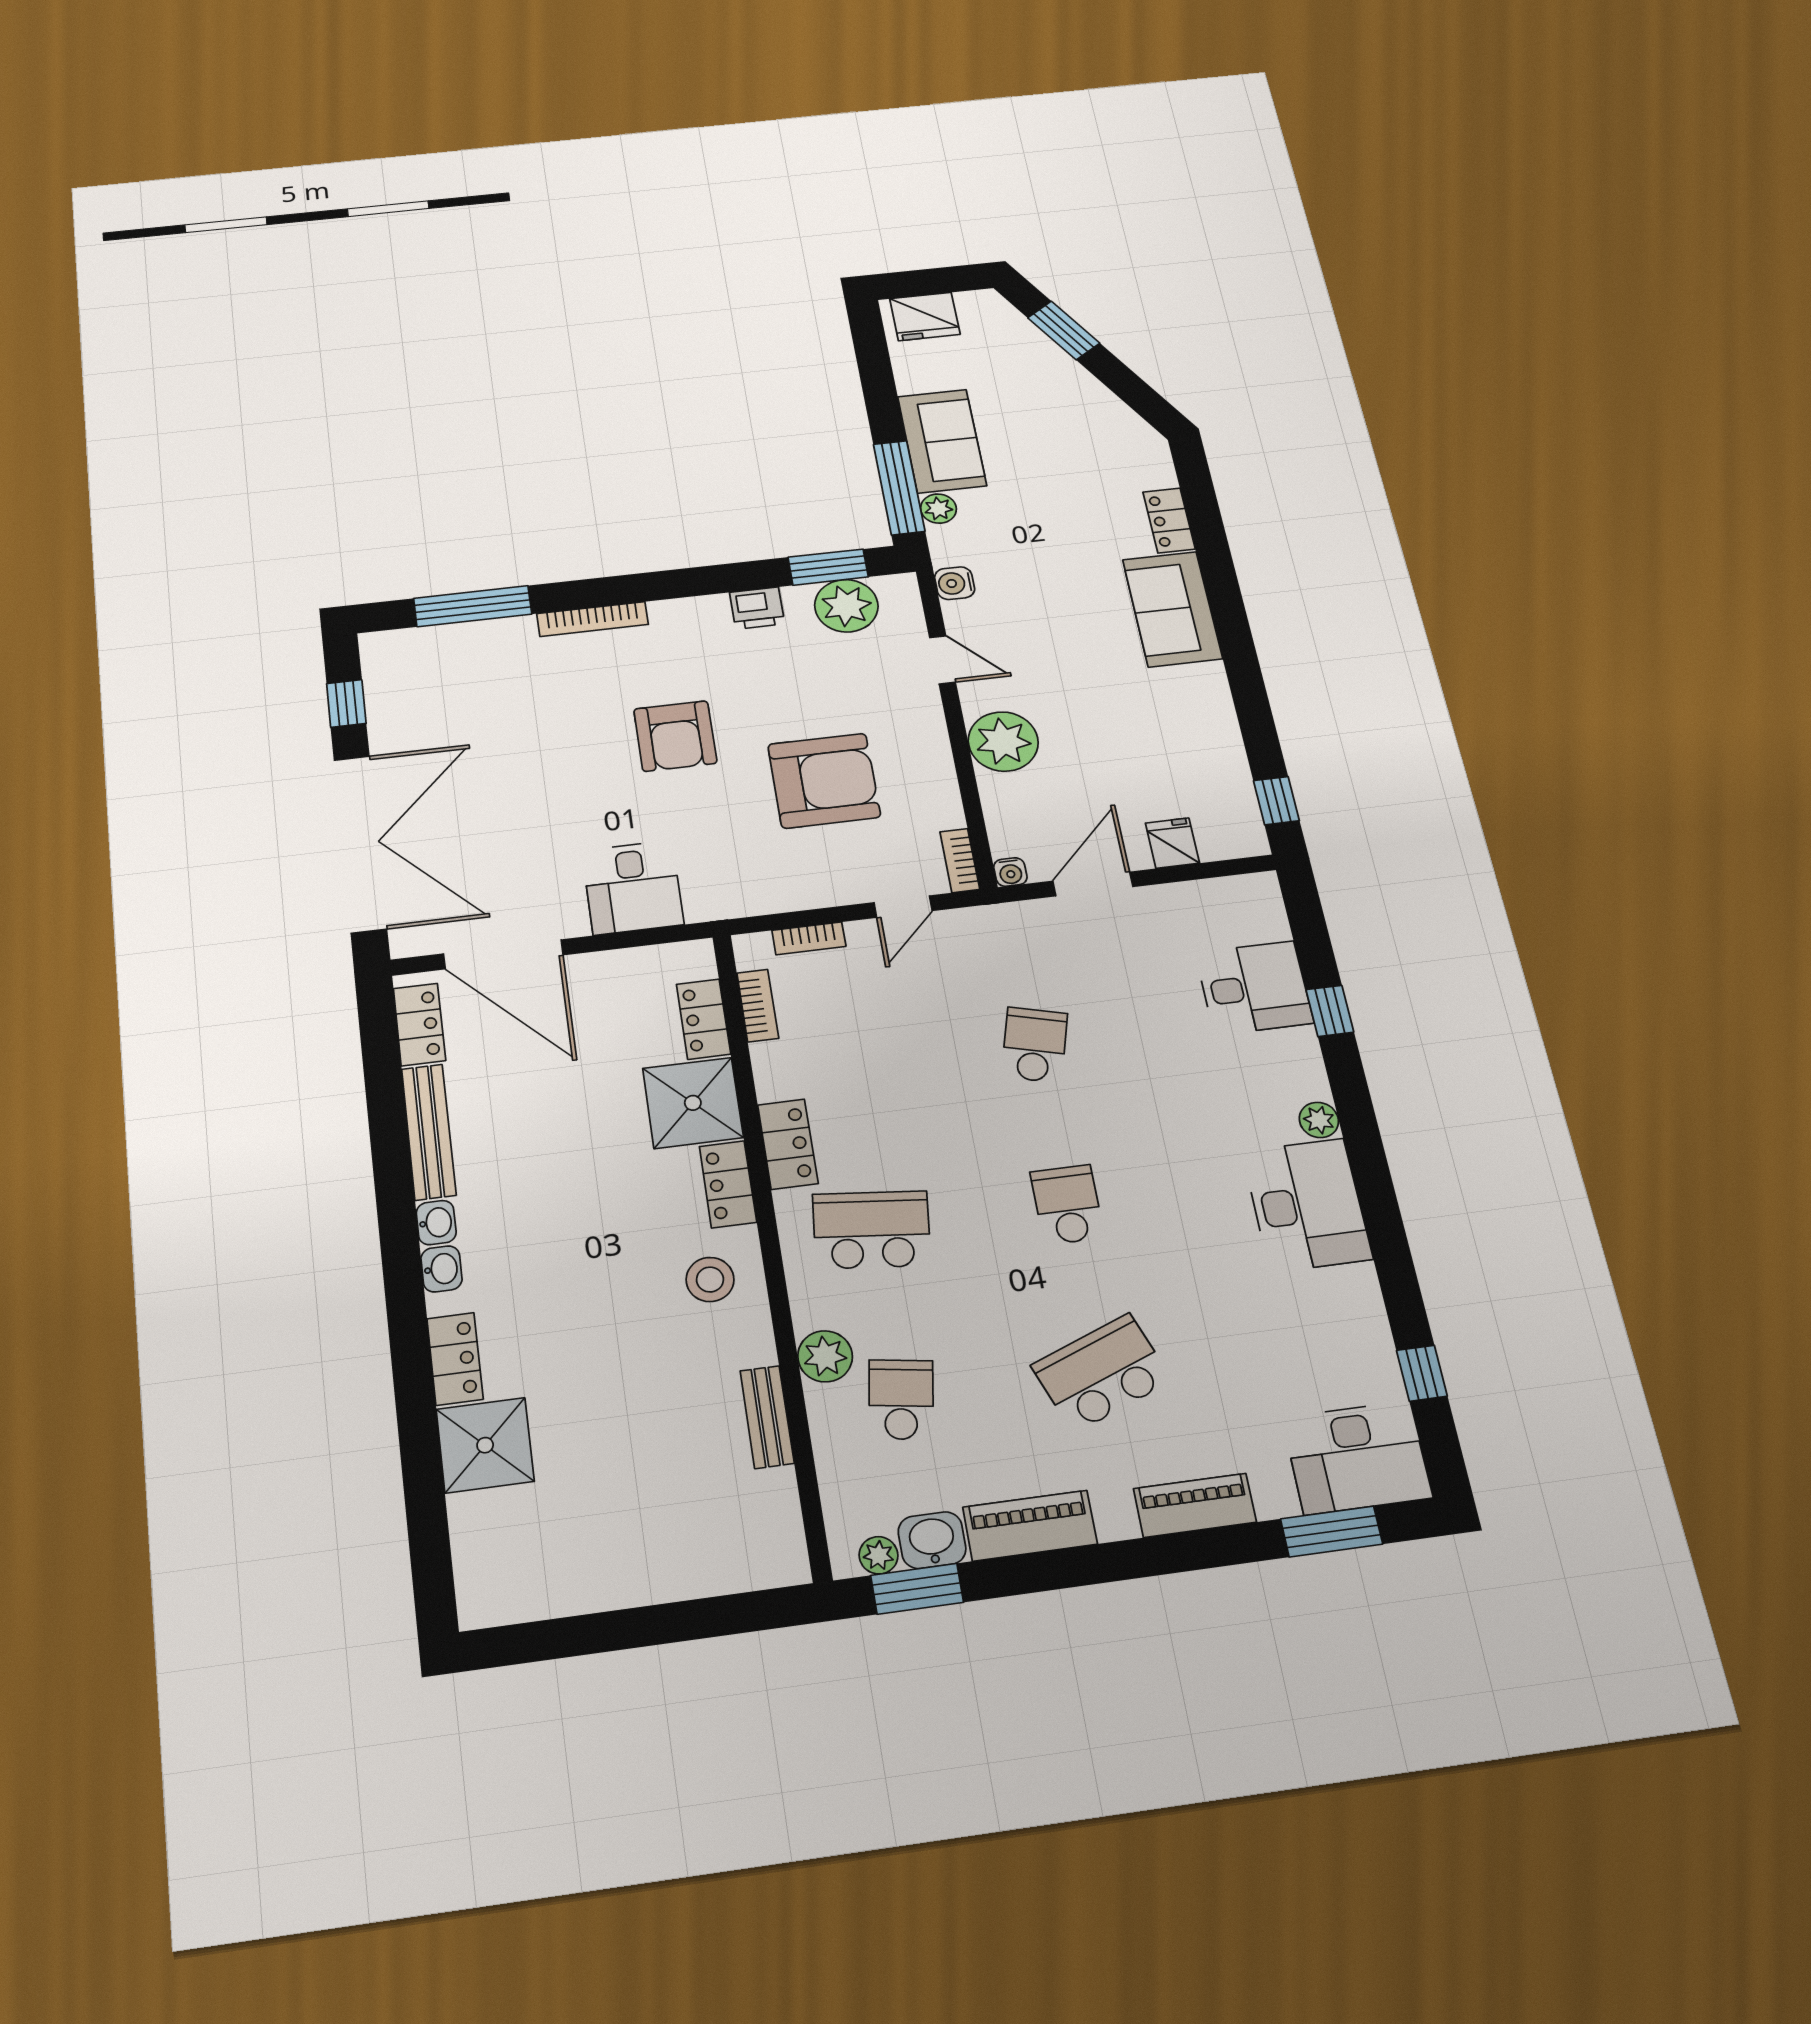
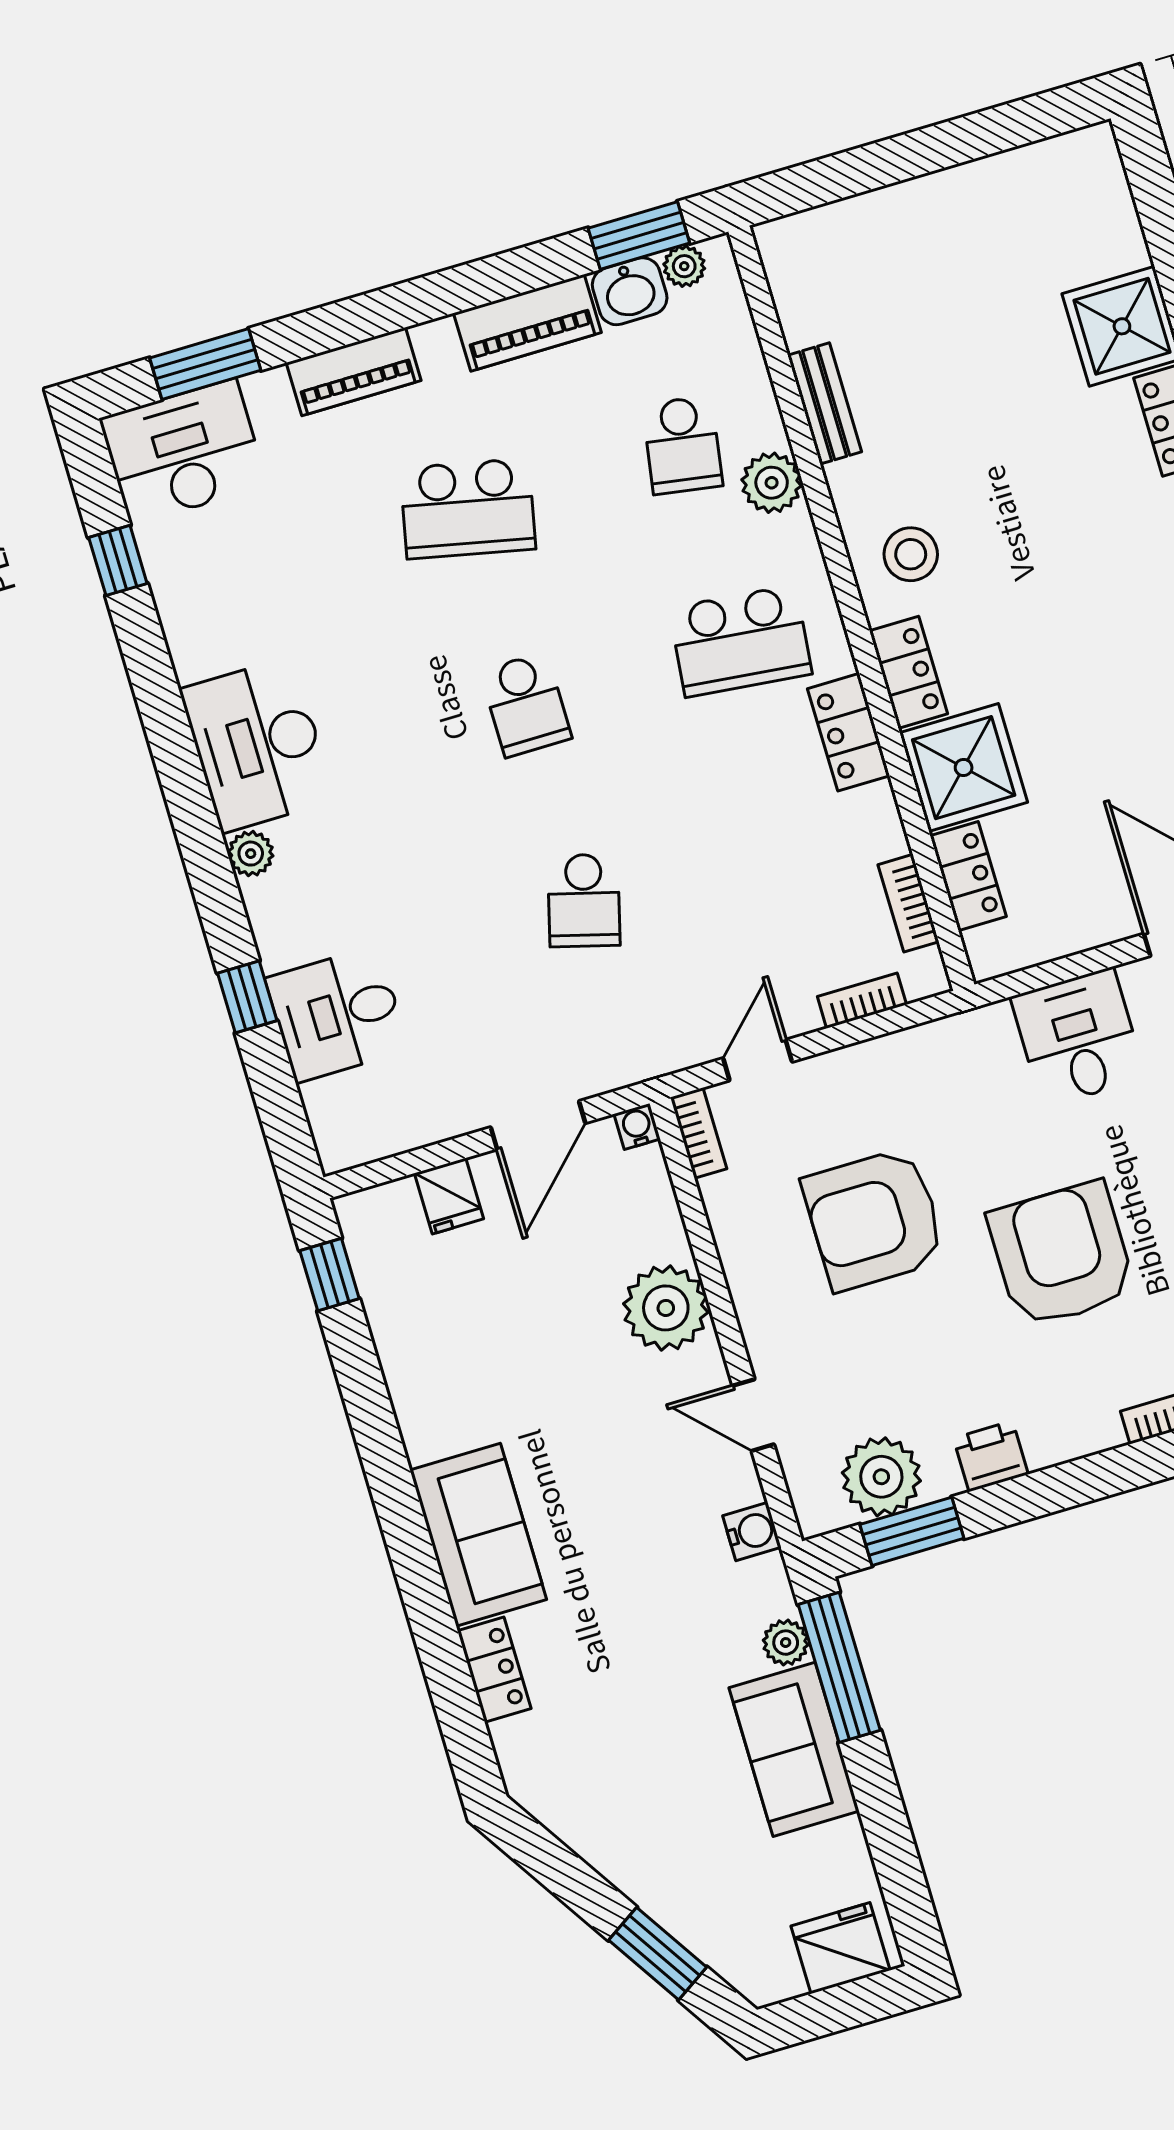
armchair: (675, 736) -> (1062, 1255), width x1.36, depth x1.36
school desk: (1102, 1373) -> (468, 509), turned 33

